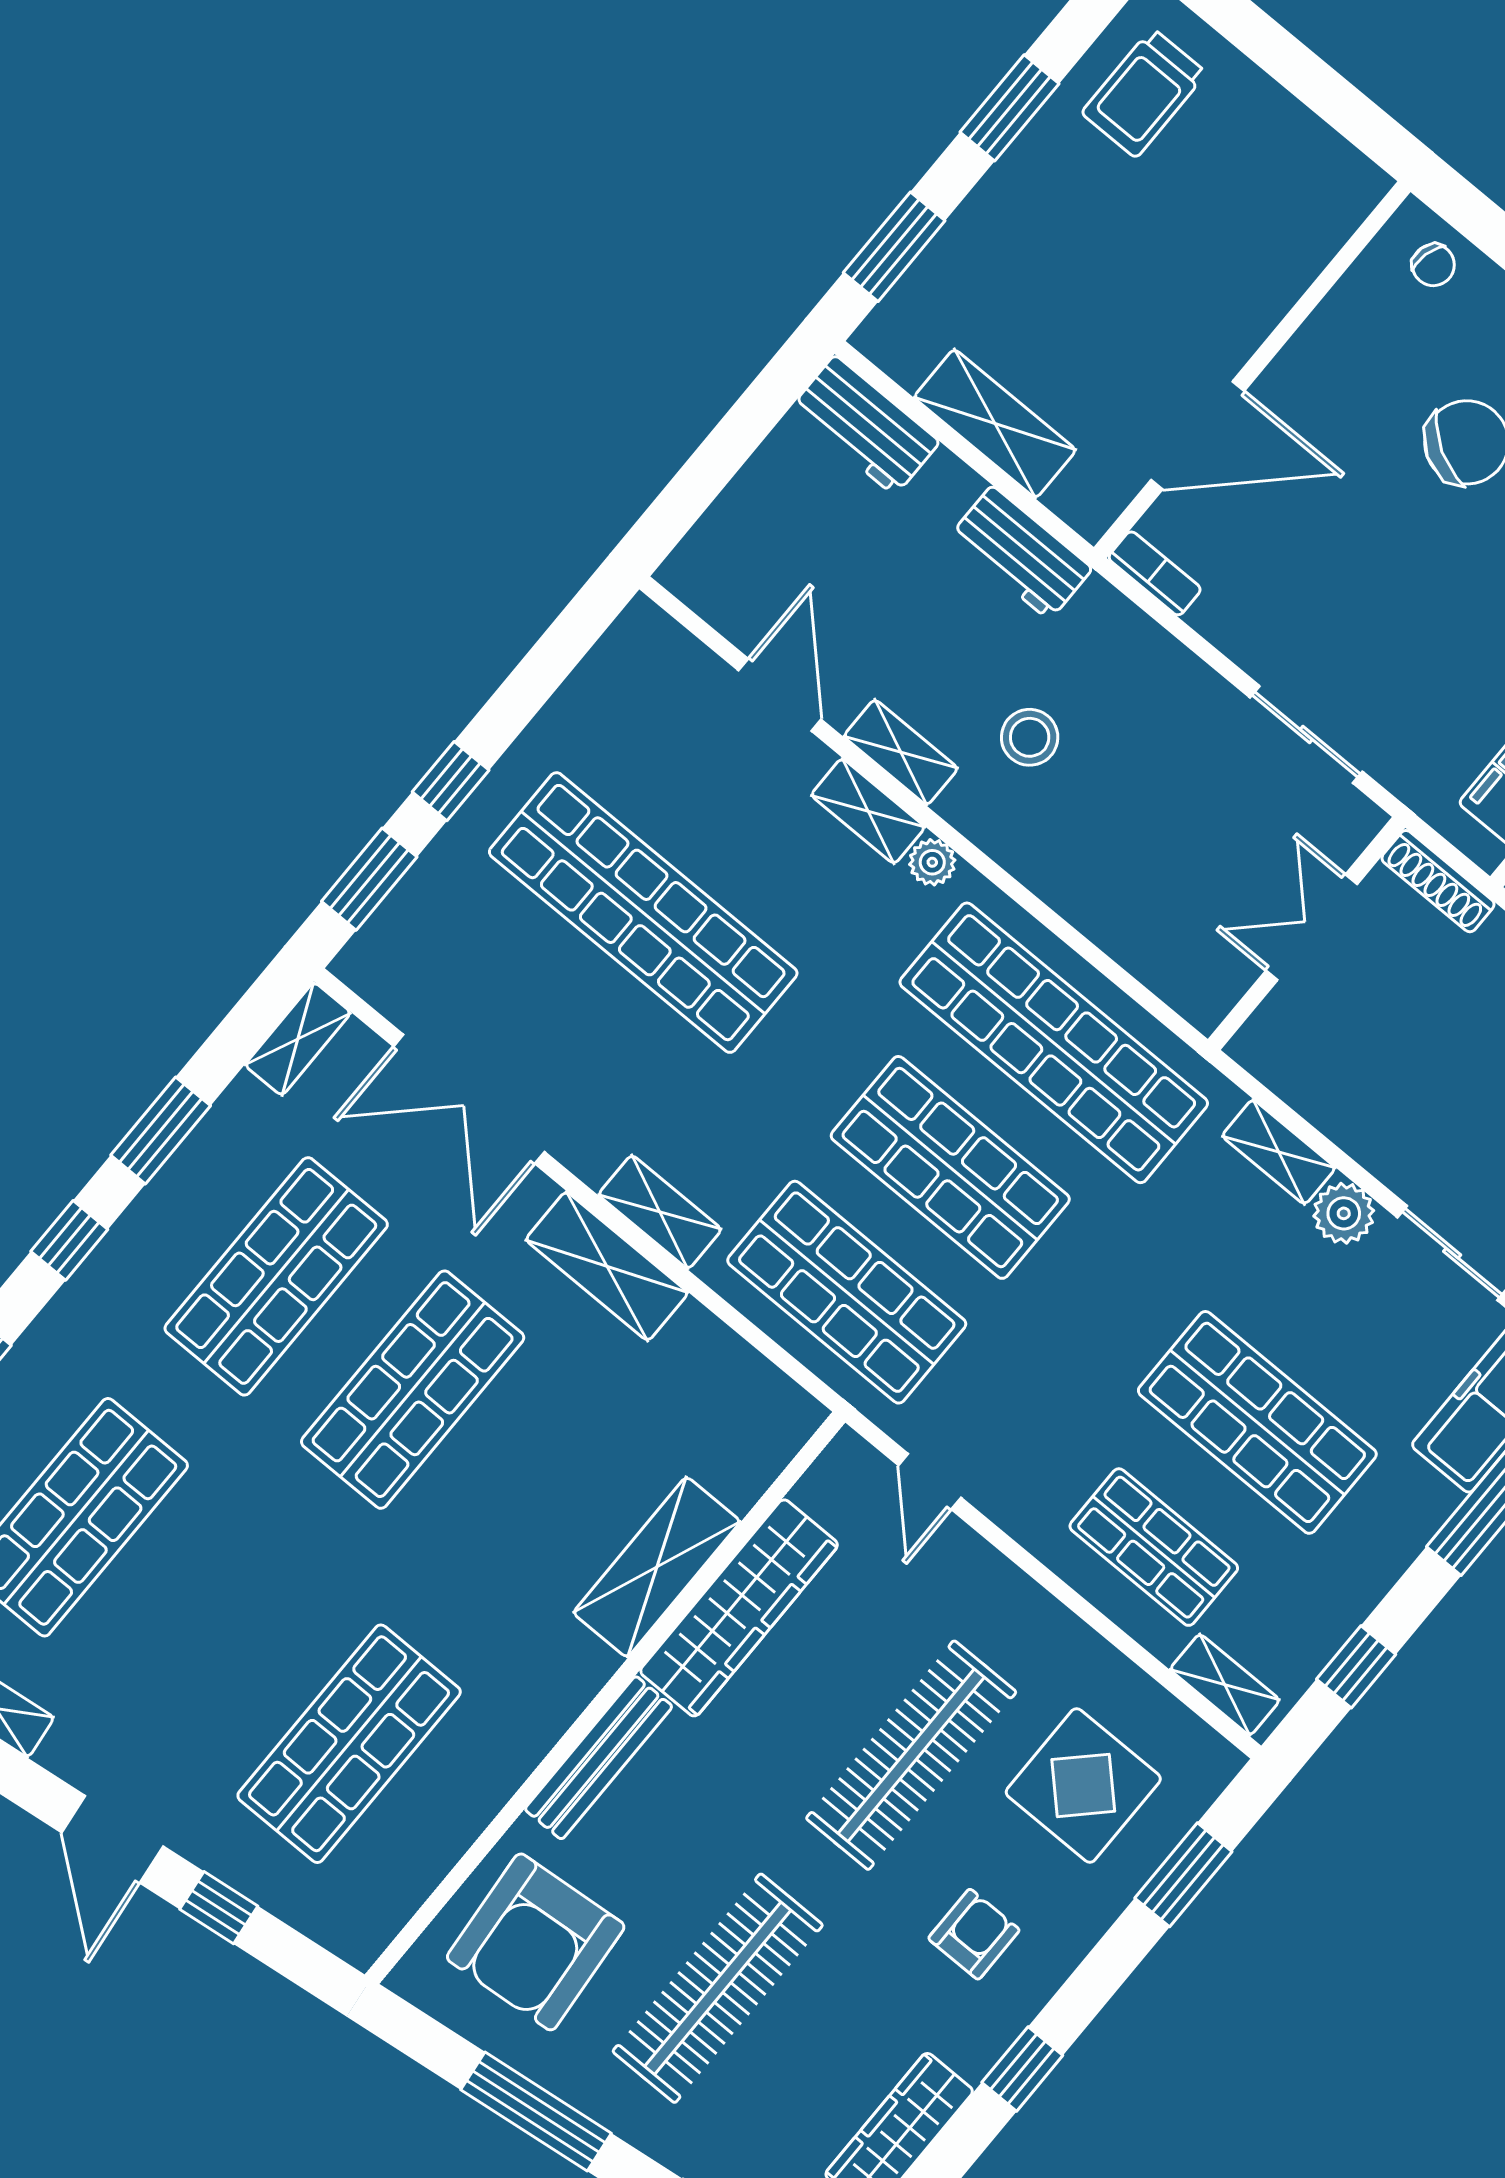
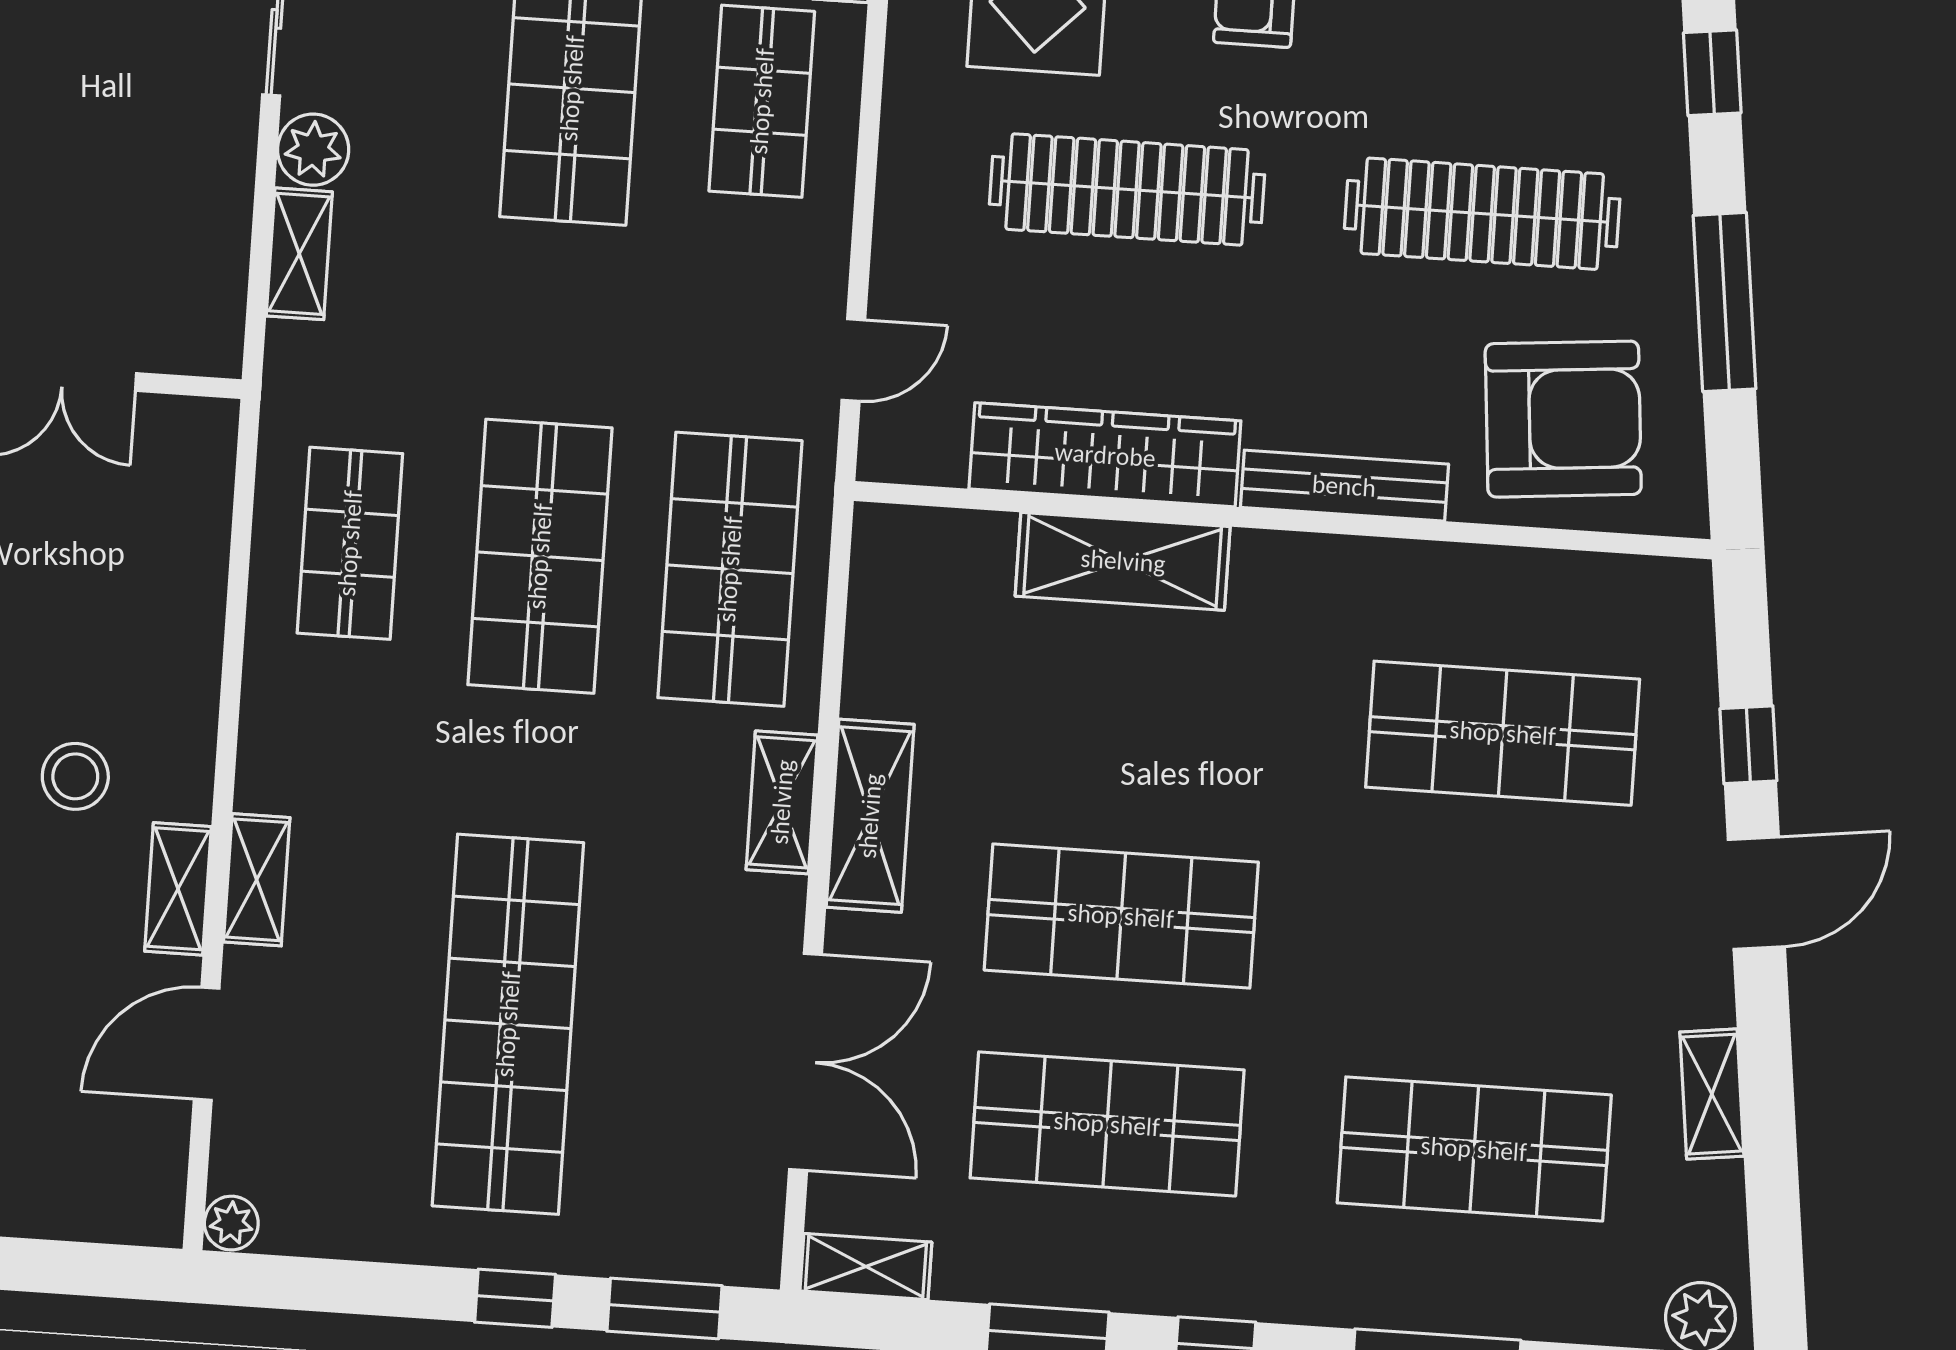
plant: (932, 862) -> (231, 1223), moved
shop shelf: (1054, 1043) -> (350, 543), width x0.50, depth x0.74

